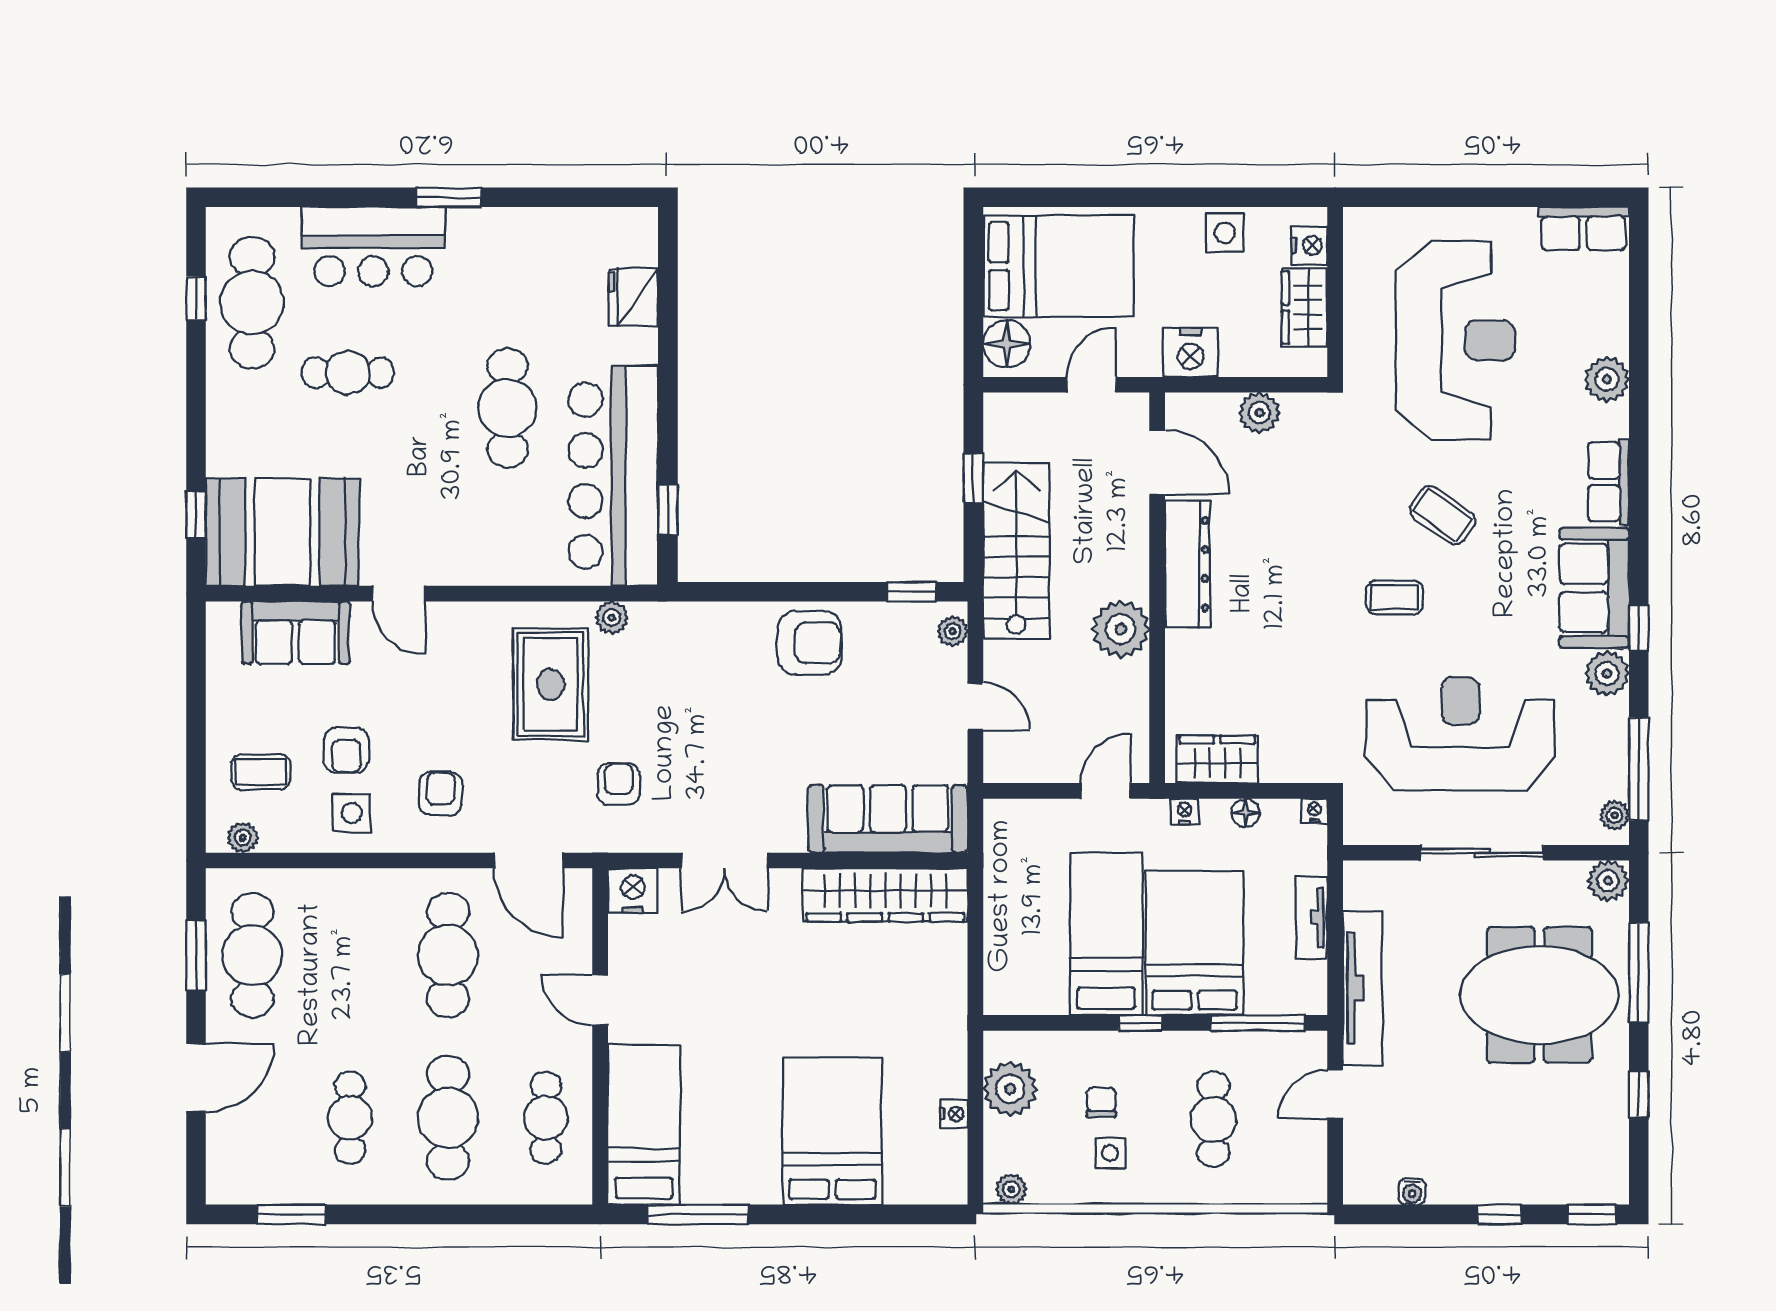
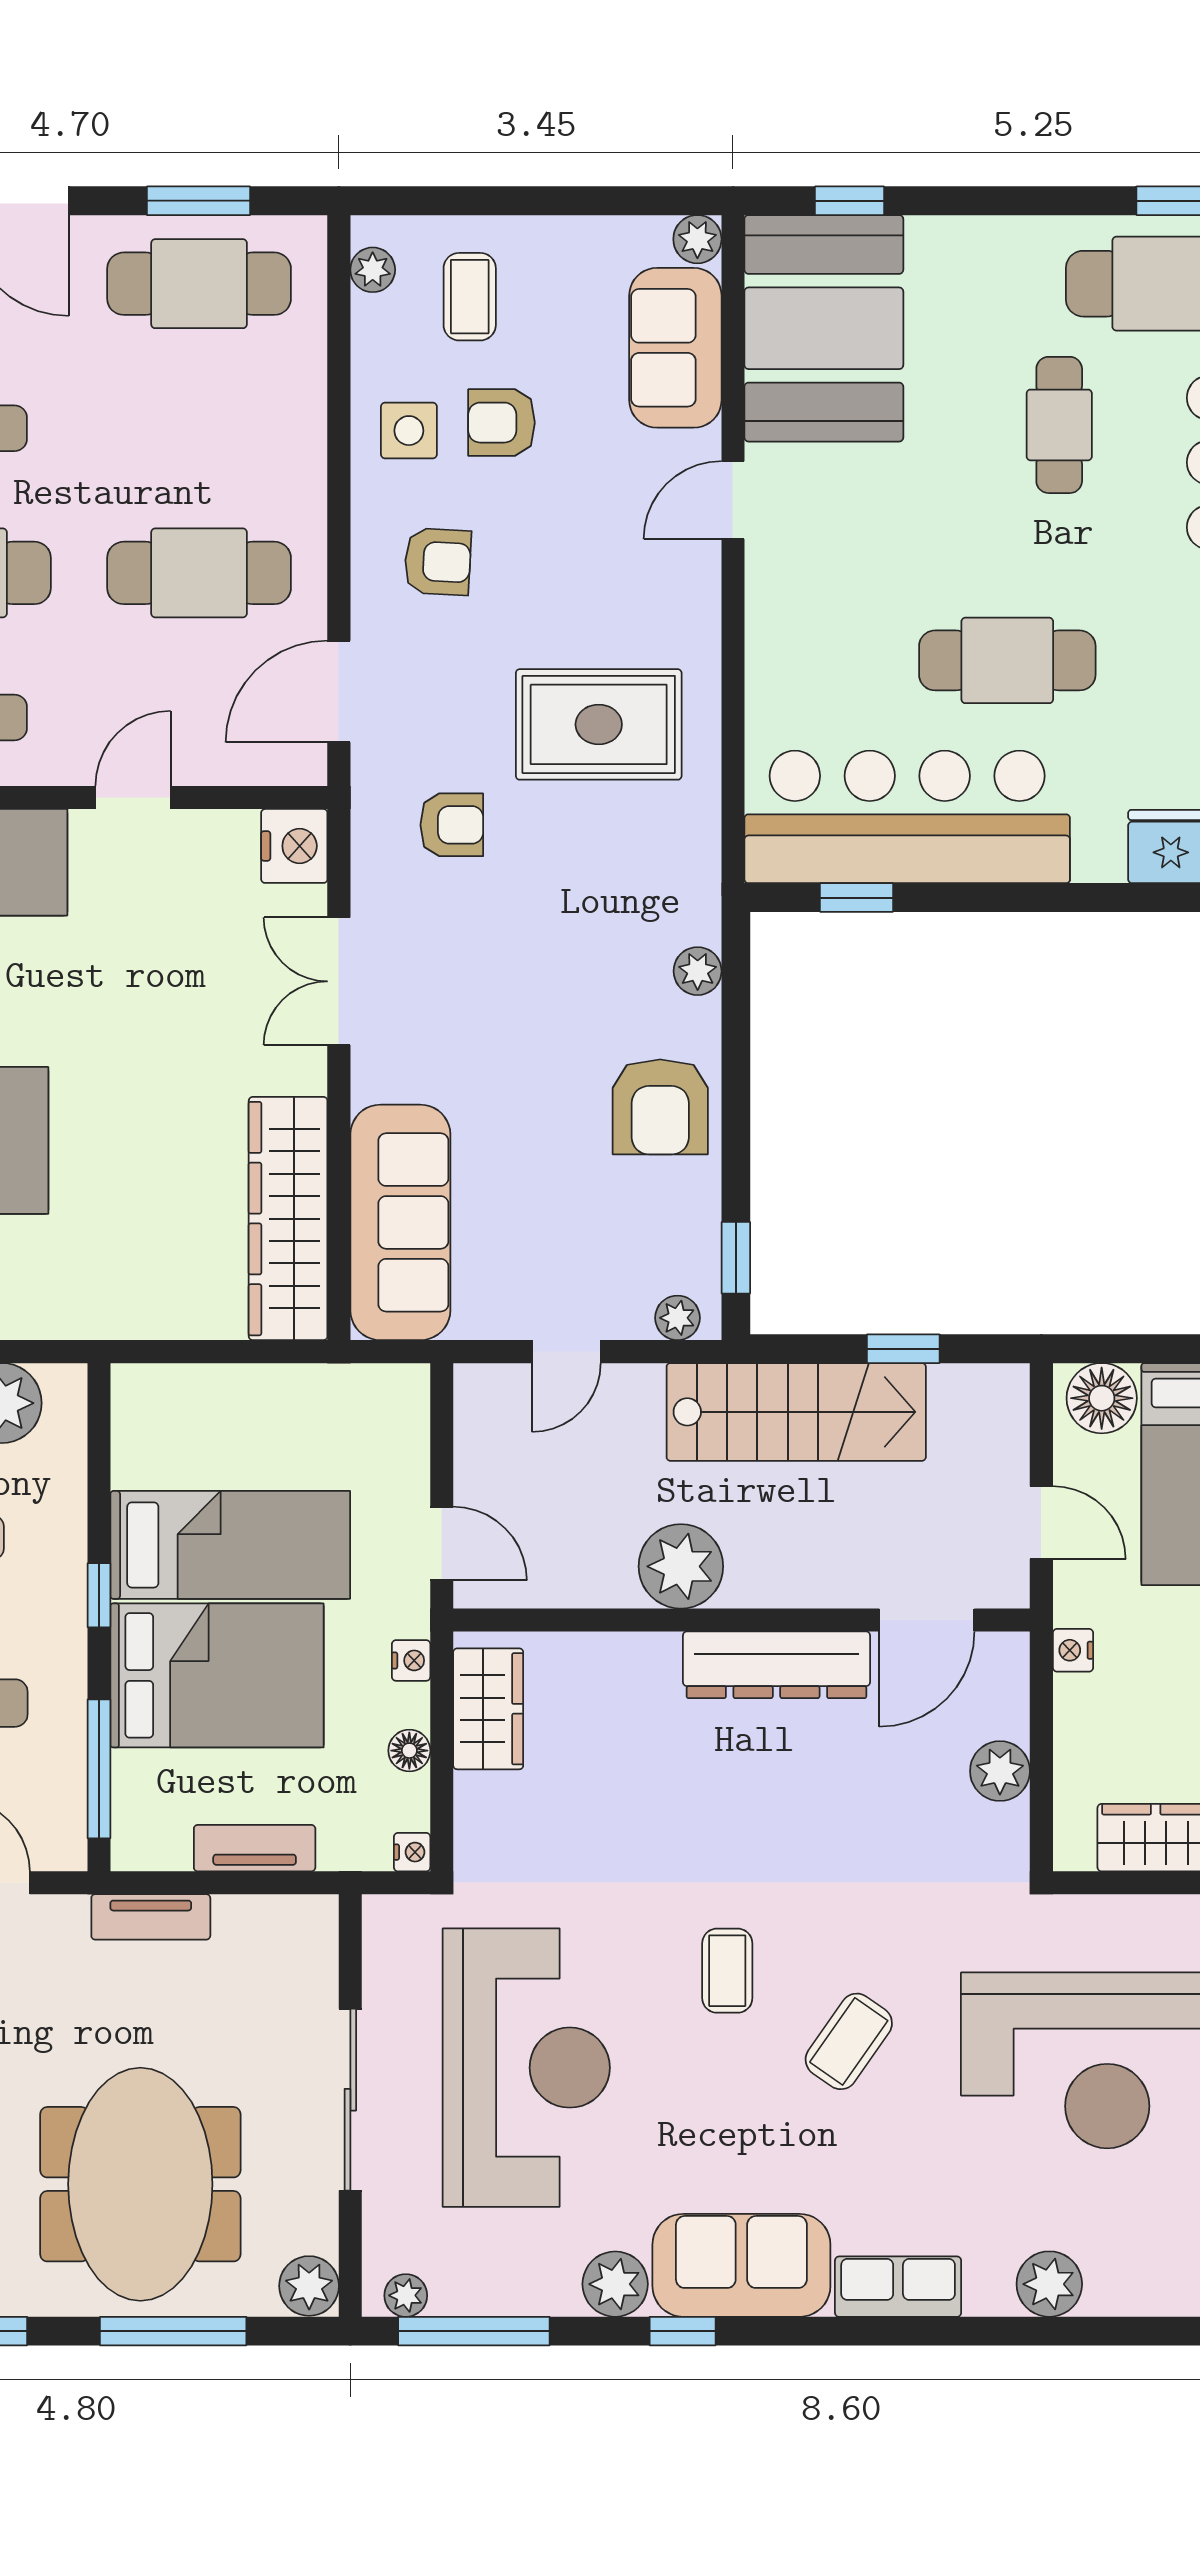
nightstand: (1190, 353) -> (1073, 1650), width x0.53, depth x0.56
plant: (222, 618) -> (697, 239), added
plant: (612, 618) -> (698, 971), moved
tv unit: (1363, 988) -> (151, 1917), width x0.52, depth x0.78

